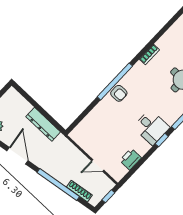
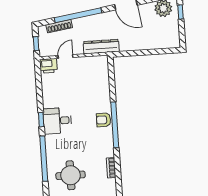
dresser: (43, 124) -> (101, 47), moved
printer: (130, 159) -> (48, 66), moved, turned 90

